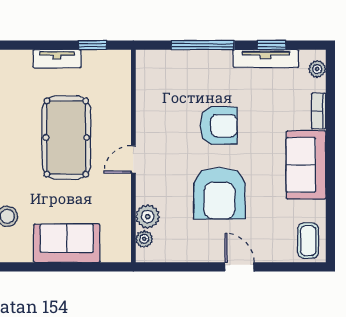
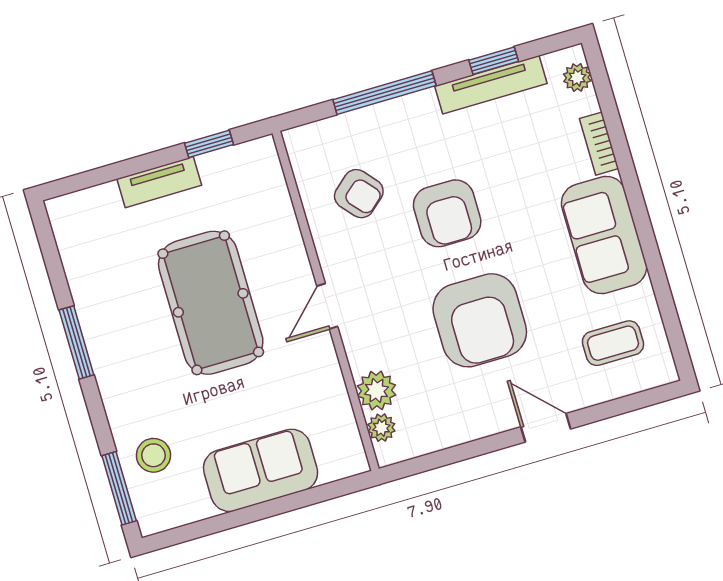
armchair: (171, 99) -> (359, 194), added
armchair: (219, 126) -> (447, 213), turned 90
coffee table: (308, 241) -> (613, 343), moved, turned 90

